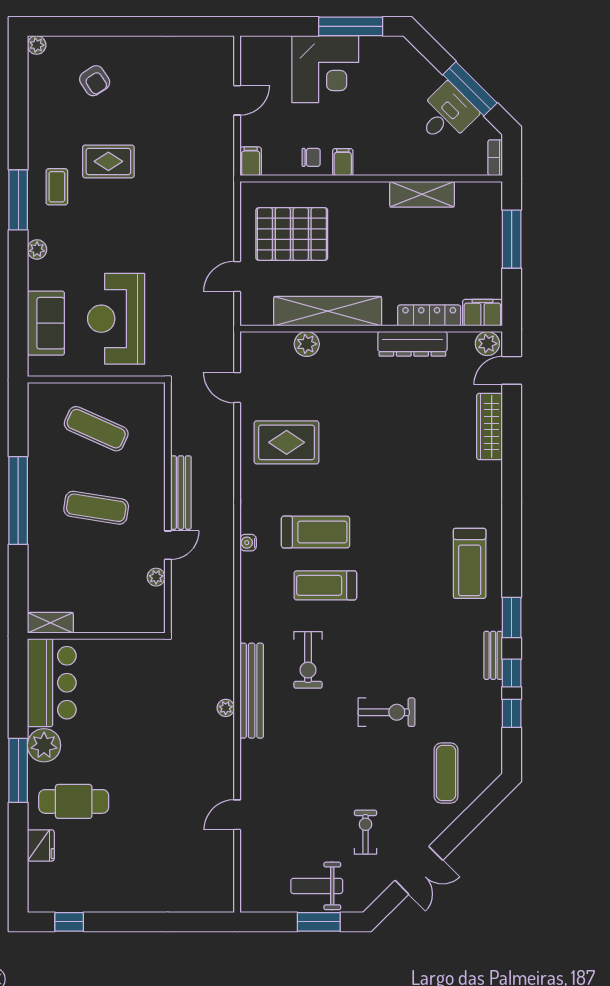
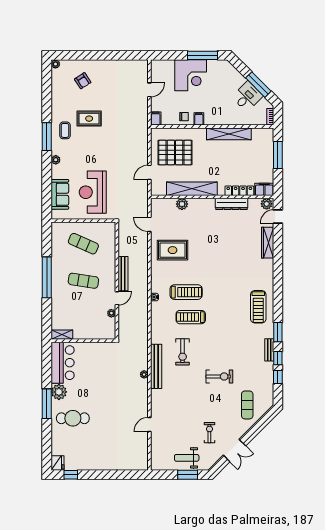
shelving: (422, 194) -> (229, 134), width x1.47
fridge: (41, 845) -> (57, 463), moved

